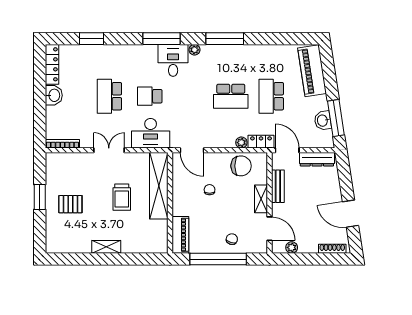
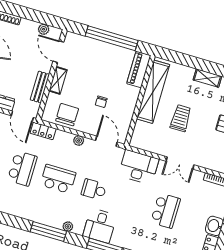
plant: (194, 50) -> (68, 227), moved
school desk: (150, 96) -> (94, 189), moved, turned 180
plant: (241, 143) -> (79, 141), moved
chair: (241, 166) -> (67, 115), turned 90
shelving: (159, 186) -> (153, 92), moved
chair: (232, 239) -> (94, 52), removed

